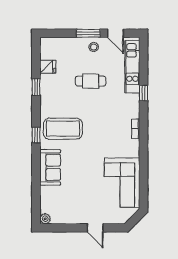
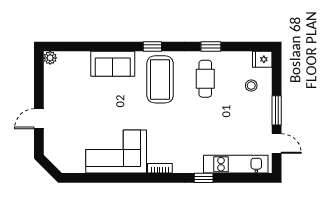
door: (115, 33) -> (277, 144), swing flipped
stool: (94, 47) -> (251, 86), moved
fridge: (48, 67) -> (262, 59), moved, turned 90
cafe table: (91, 81) -> (205, 79), moved
corner sofa: (122, 183) -> (116, 152), moved

